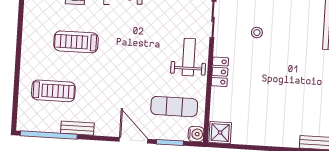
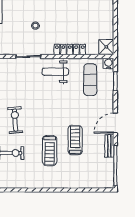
locker: (220, 72) -> (70, 50), width x1.53
treadmill: (53, 91) -> (75, 140), moved
door: (133, 140) -> (115, 123), moved

